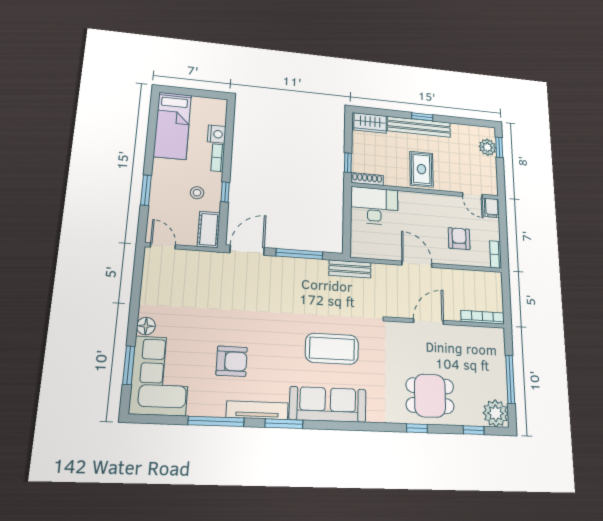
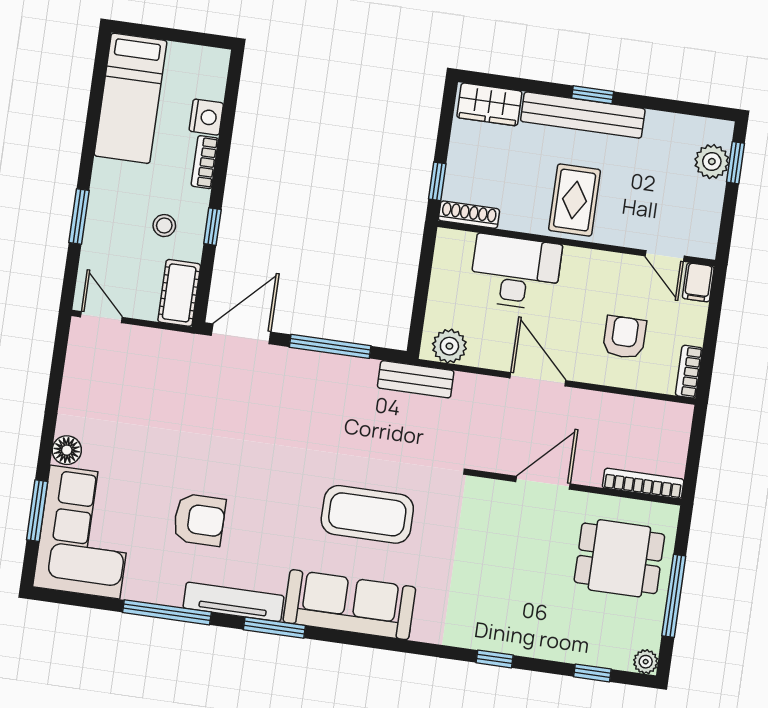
desk: (374, 206) -> (515, 272), moved
plant: (366, 249) -> (449, 346), added
dining table: (430, 396) -> (619, 558), moved
plant: (496, 413) -> (646, 662), width x0.53, depth x0.53

